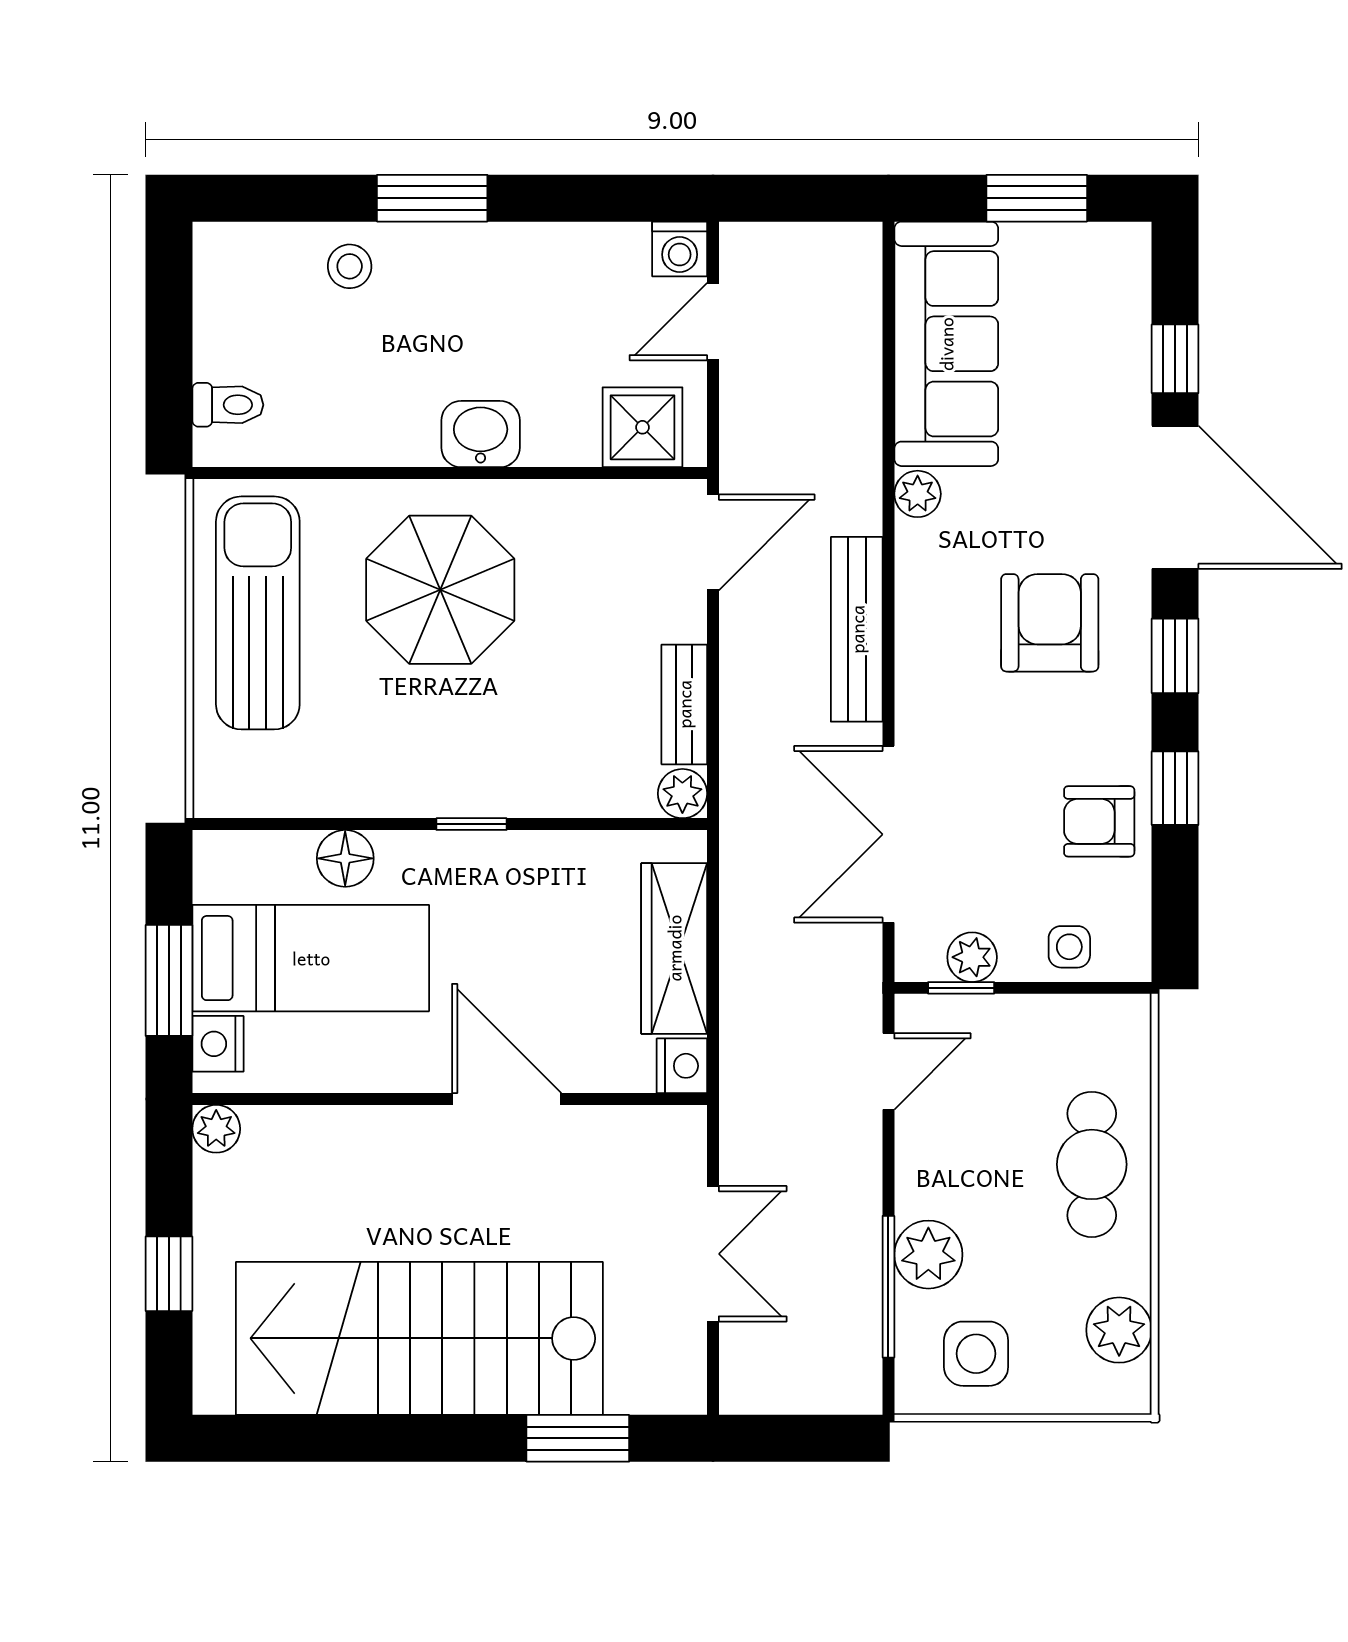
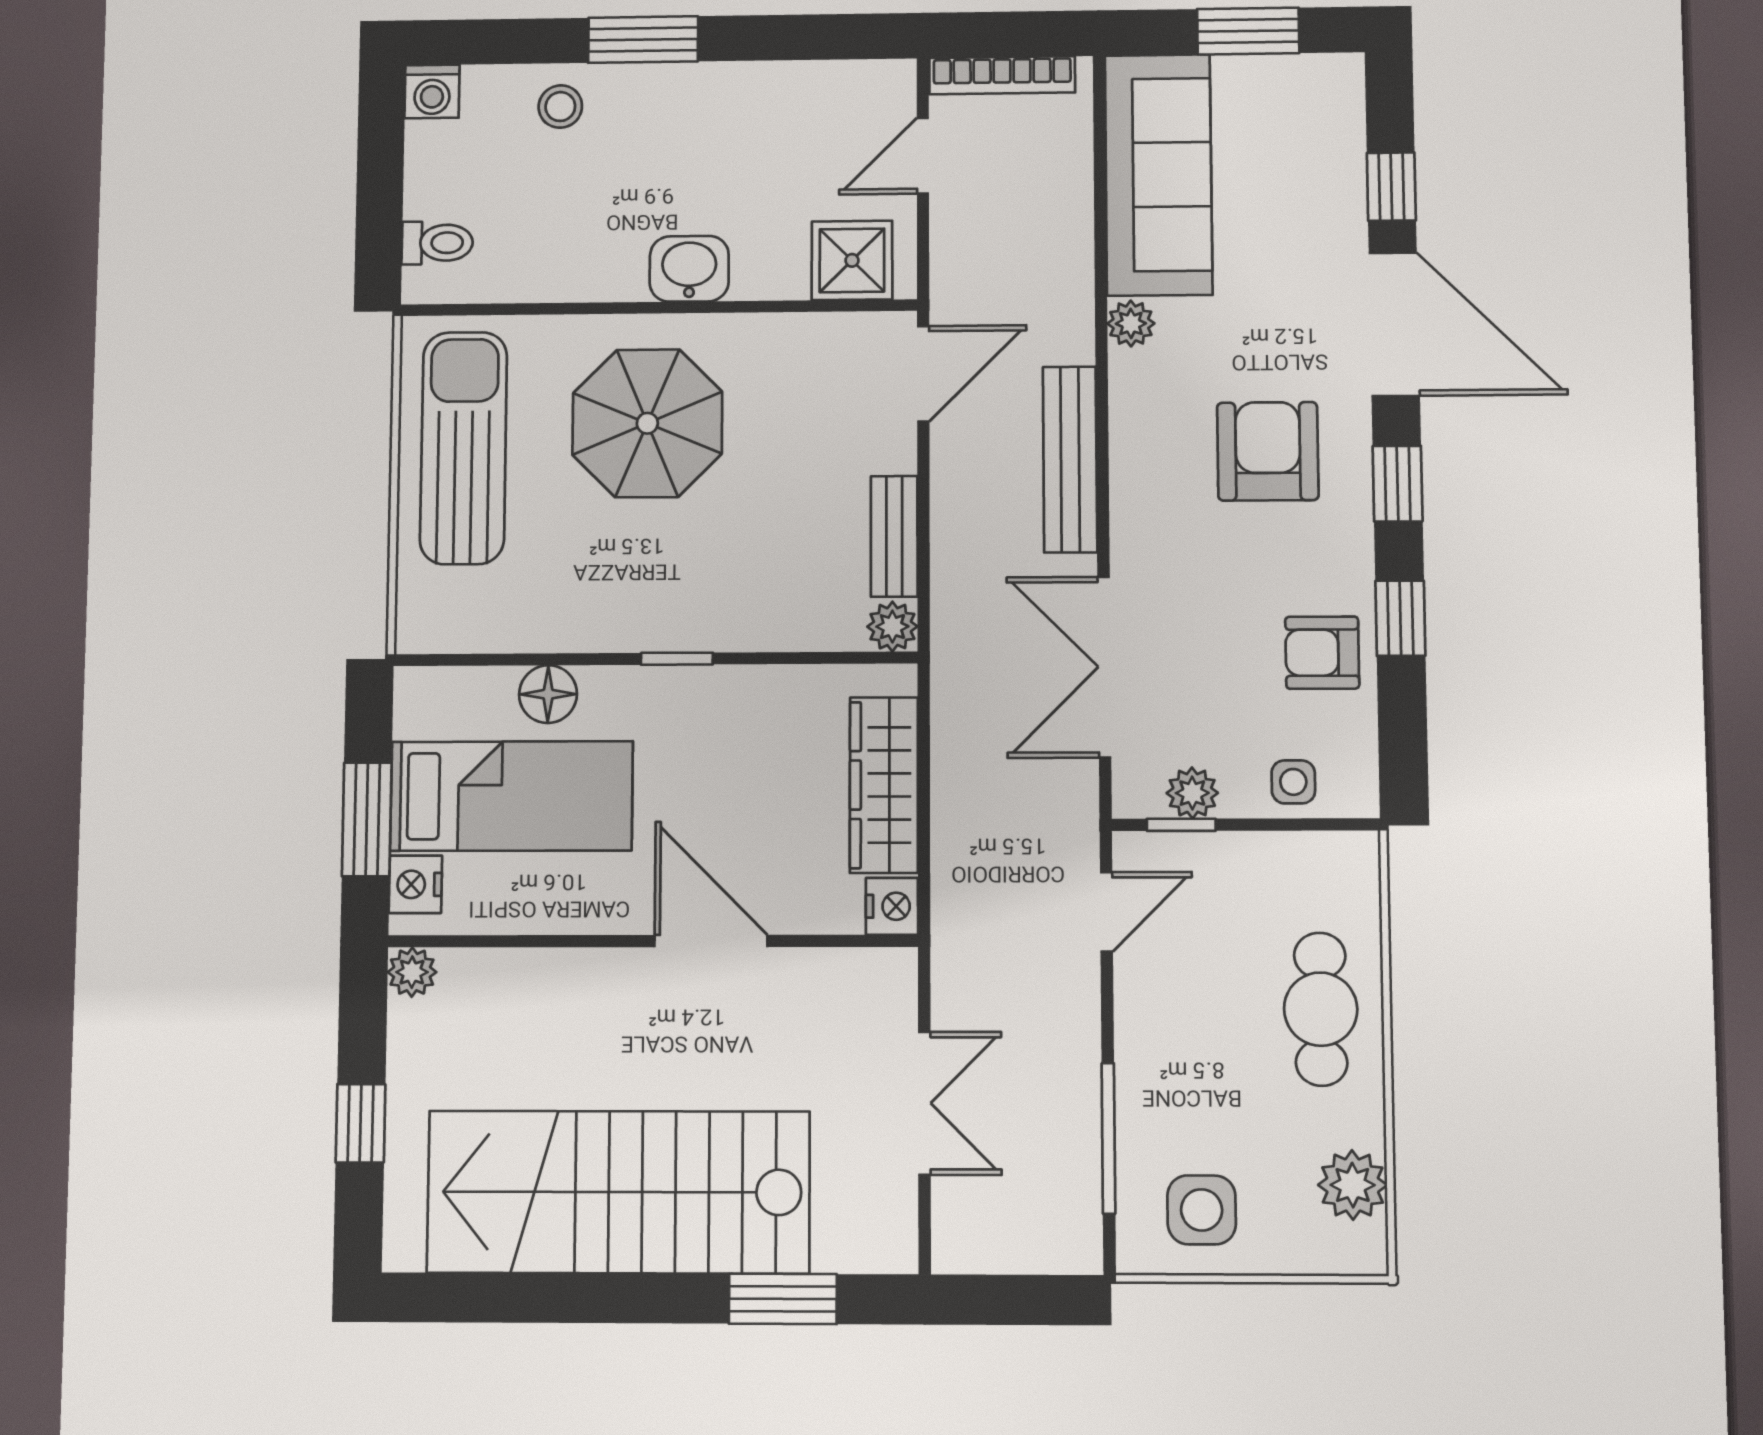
bookcase: (792, 240) -> (1002, 75), added
washing machine: (680, 249) -> (432, 92), moved
plant: (928, 1255) -> (1150, 1104), removed

